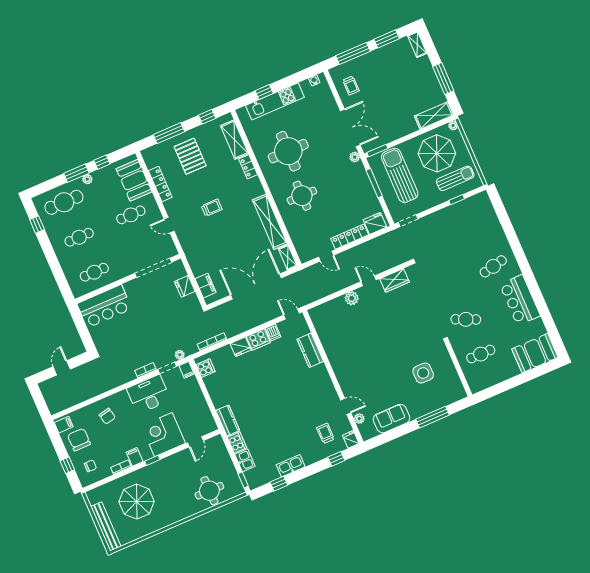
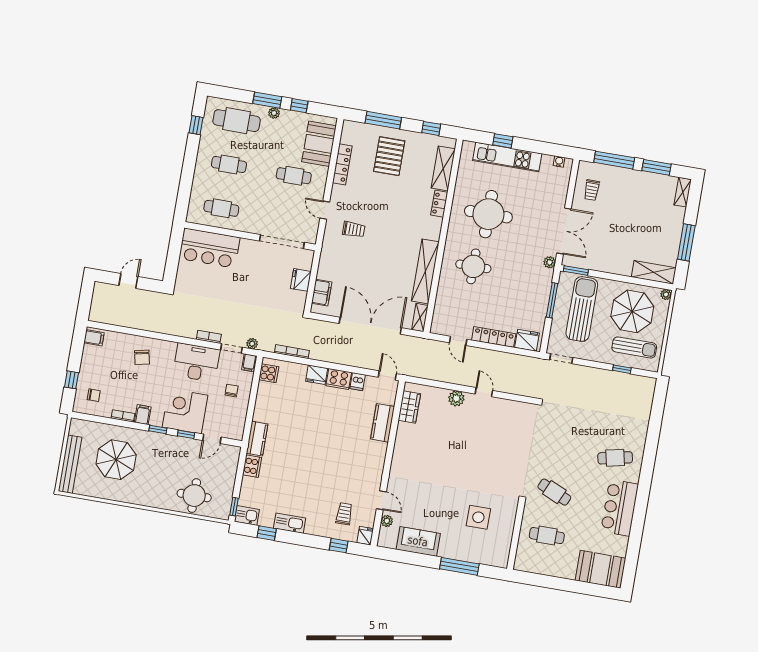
trolley: (212, 208) -> (354, 229), moved
wardrobe: (395, 280) -> (409, 407), moved, turned -90
chair: (79, 440) -> (232, 391), moved, width x0.54, depth x0.54
window: (175, 451) -> (186, 434), added
kitchen sink: (245, 460) -> (247, 516), moved, turned -90

